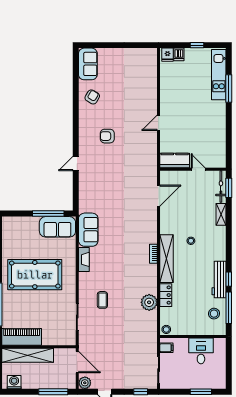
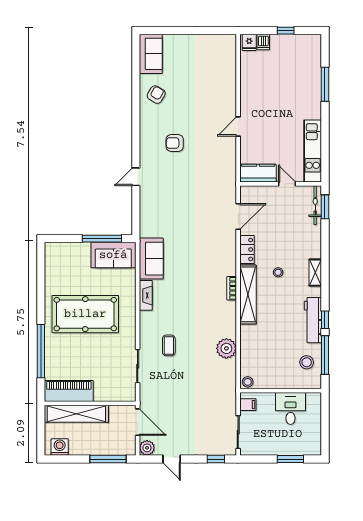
kitchen unit: (219, 75) -> (313, 151), moved
shelving: (221, 214) -> (315, 273), moved
locker: (166, 295) -> (247, 250), moved

